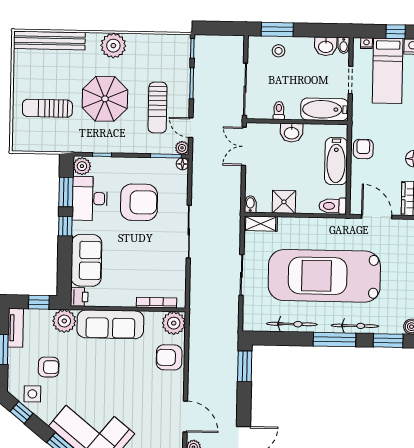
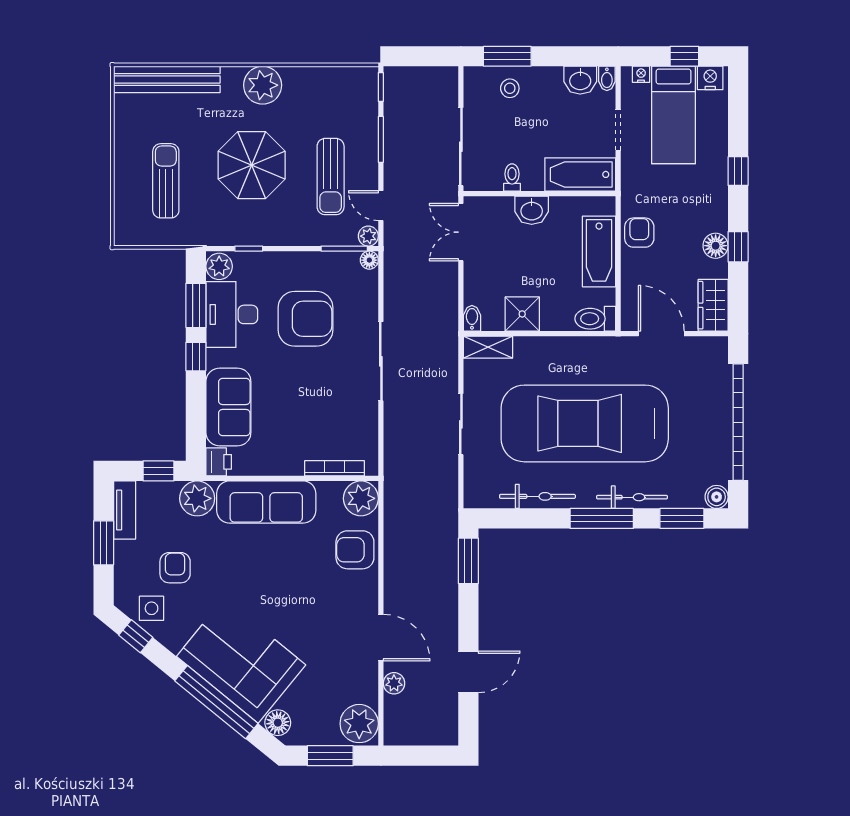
sun lounger: (47, 108) -> (166, 181), turned 90
armchair: (49, 367) -> (175, 568), turned -90

